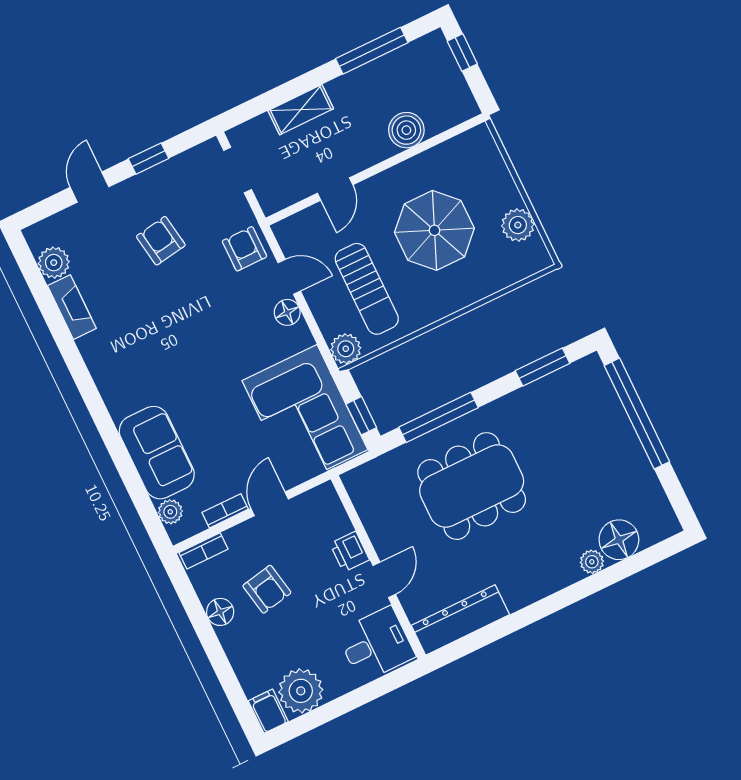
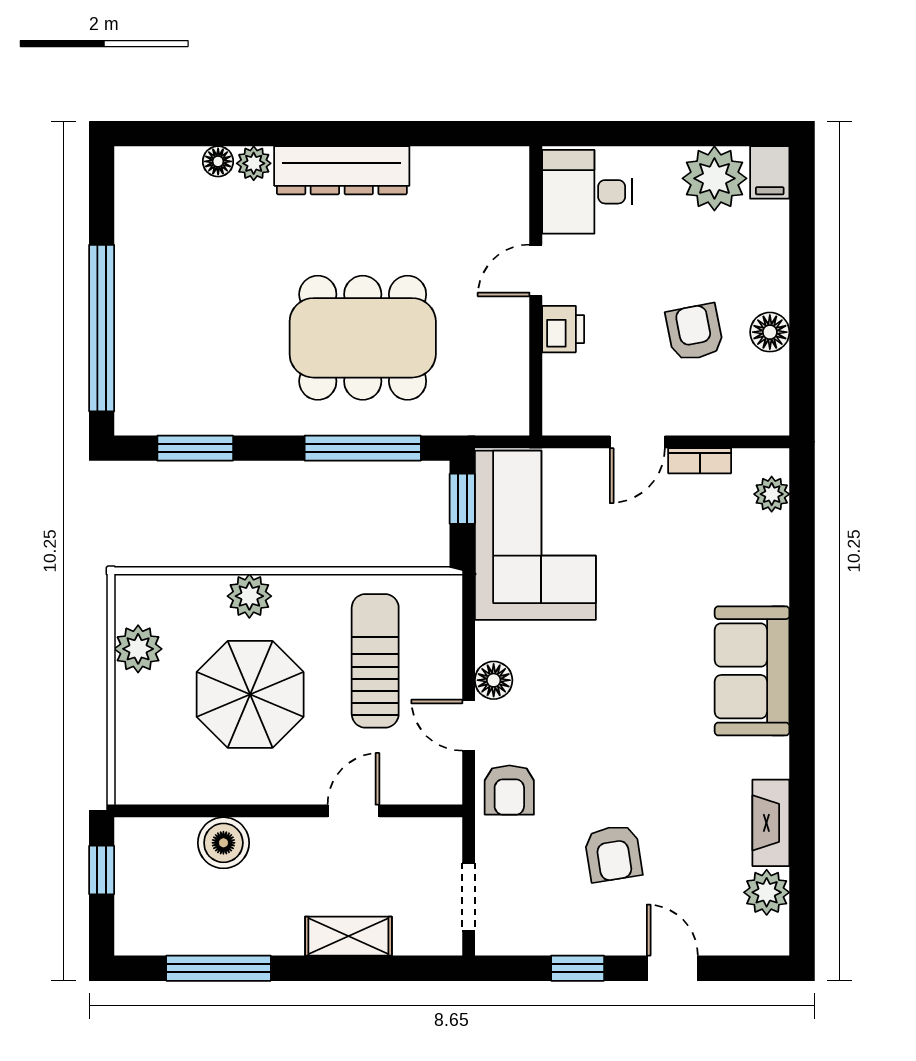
window: (462, 52) -> (102, 870), moved
door: (90, 187) -> (672, 968), swing flipped
plant: (346, 349) -> (249, 596), moved
sofa: (157, 453) -> (752, 671), moved
floor lamp: (619, 540) -> (218, 161), width x0.53, depth x0.53
bookcase: (203, 551) -> (753, 422), removed
dresser: (460, 620) -> (342, 170), moved

